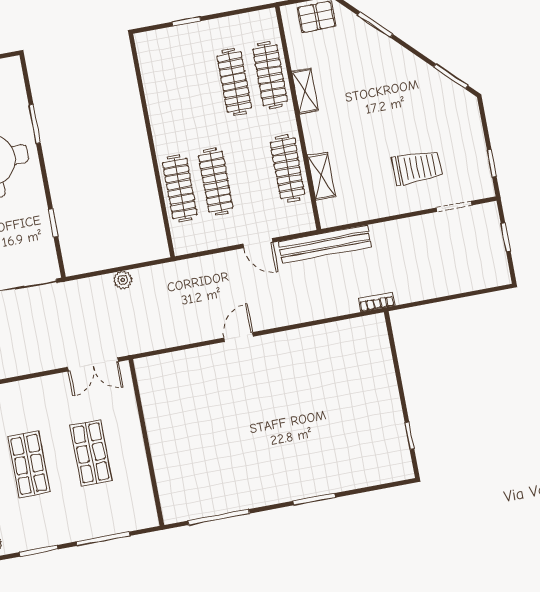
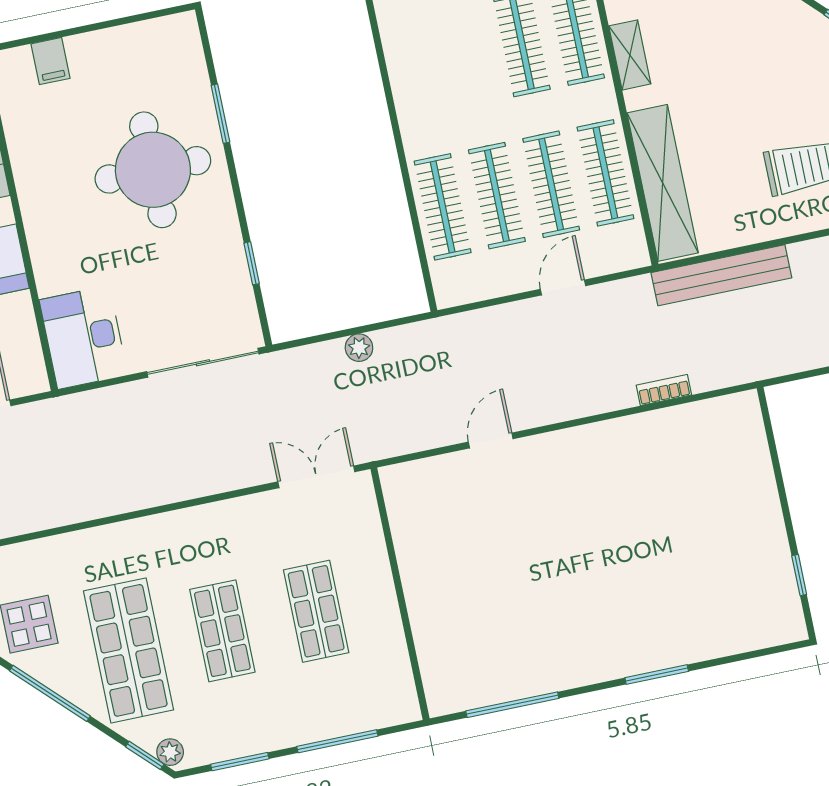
clothes rail: (252, 175) -> (551, 184), added
shelving: (322, 176) -> (663, 183), width x2.20, depth x1.33
door: (258, 243) -> (563, 287), swing flipped
bench: (325, 244) -> (721, 275), moved
bookcase: (377, 302) -> (664, 390), moved
door: (239, 337) -> (491, 440), moved
double door: (93, 364) -> (316, 477), swing flipped

